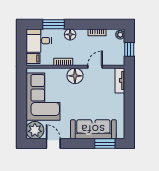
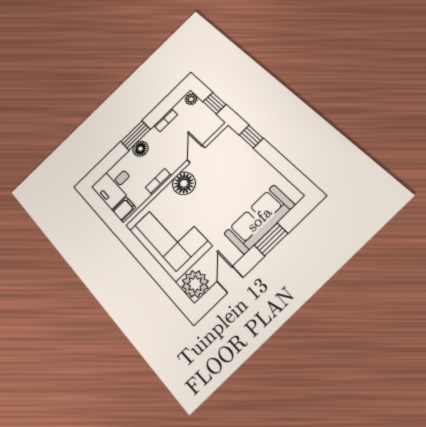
window: (54, 24) -> (135, 135), moved
tv unit: (120, 80) -> (236, 142), removed
window: (129, 86) -> (251, 137), added
door: (53, 144) -> (230, 279), hinge flipped
window: (105, 144) -> (271, 239), moved

